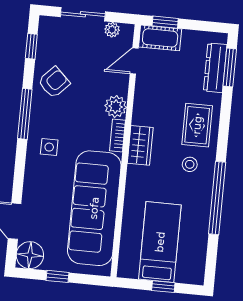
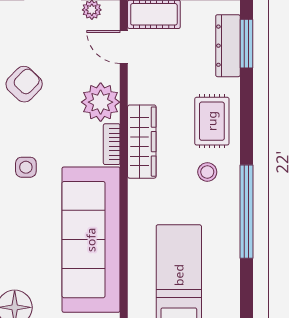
door: (134, 61) -> (124, 47), hinge flipped
plant: (116, 107) -> (101, 102), width x1.36, depth x1.36
wardrobe: (140, 145) -> (142, 142), width x1.50

